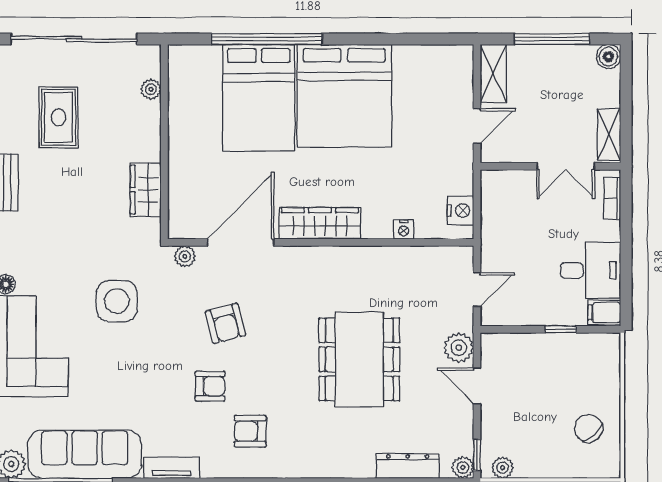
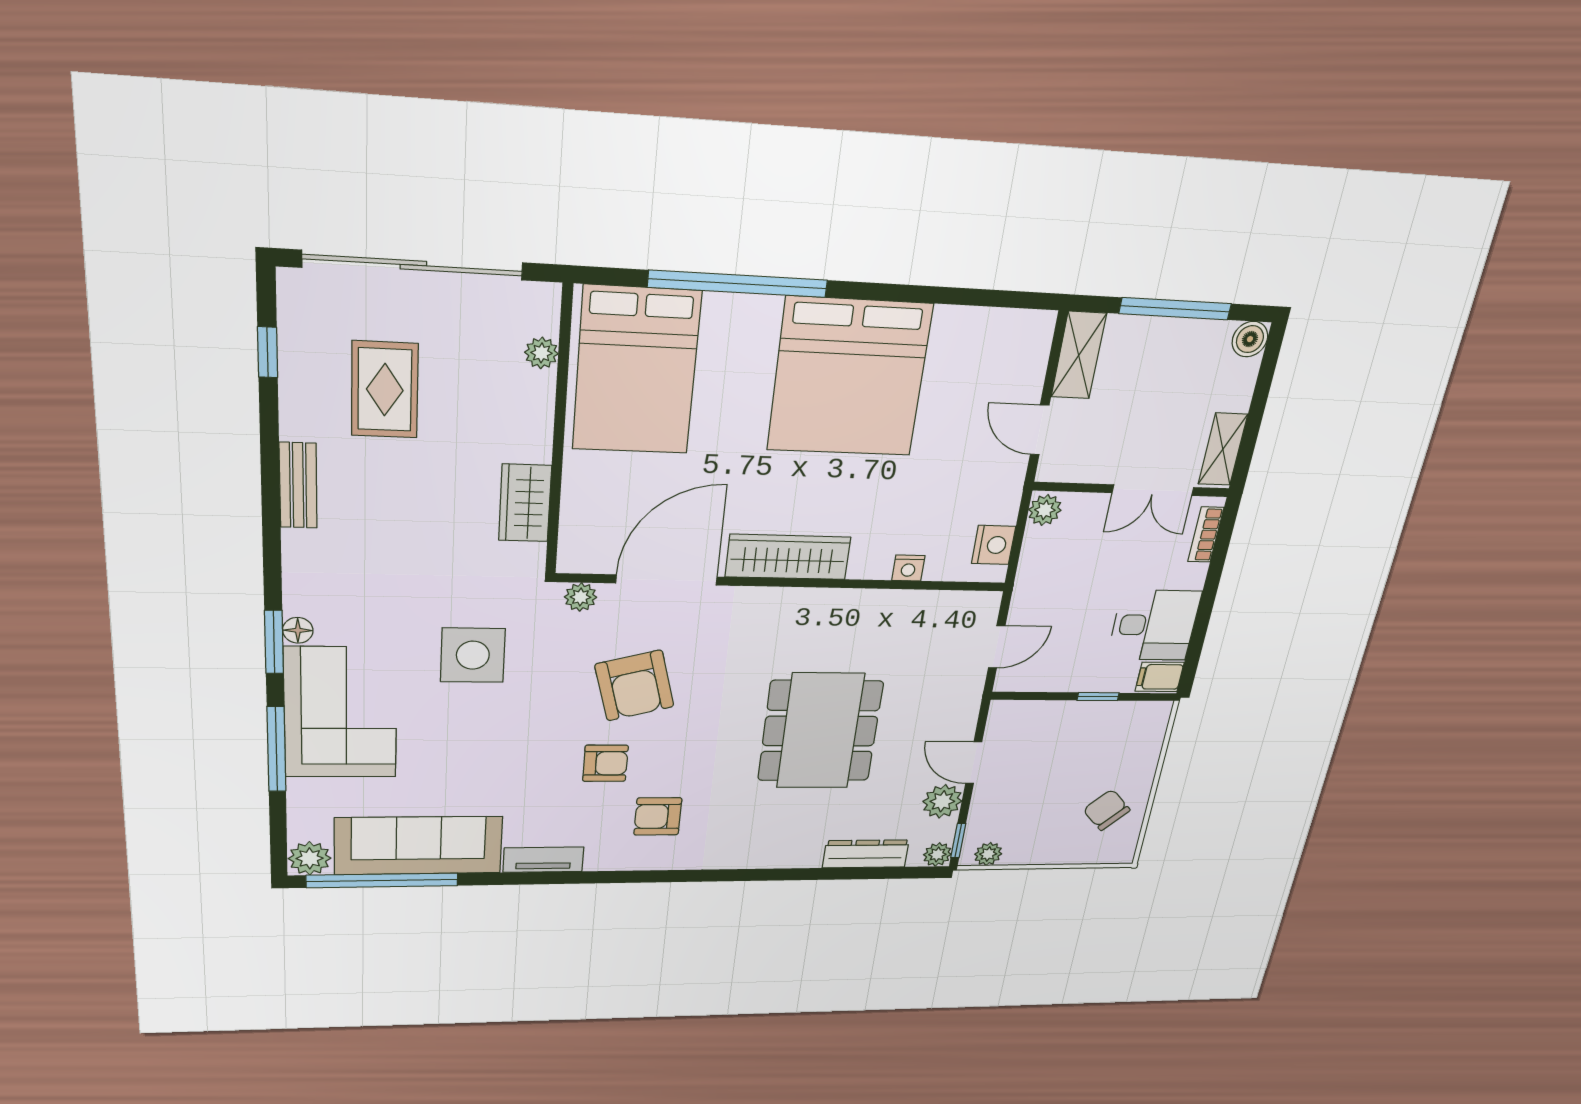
bed: (259, 98) -> (636, 371), moved
door: (477, 126) -> (1040, 430), swing flipped
plant: (492, 183) -> (1045, 510), added
armchair: (225, 323) -> (634, 686), width x1.38, depth x1.38
plant: (459, 348) -> (942, 801), moved

